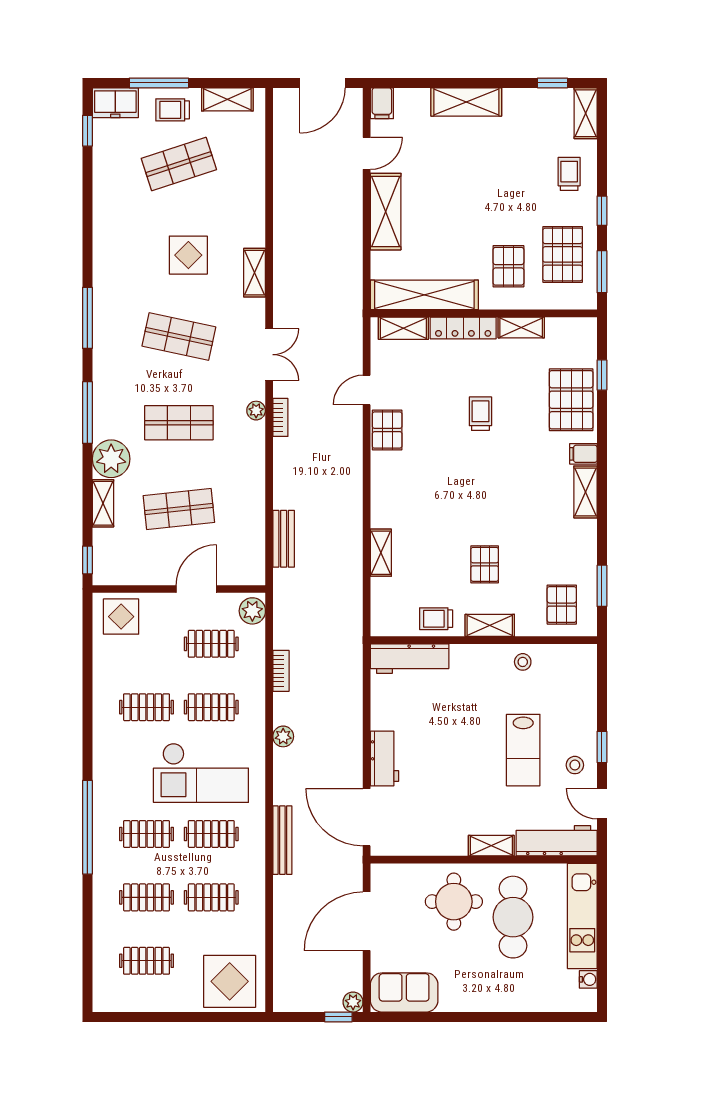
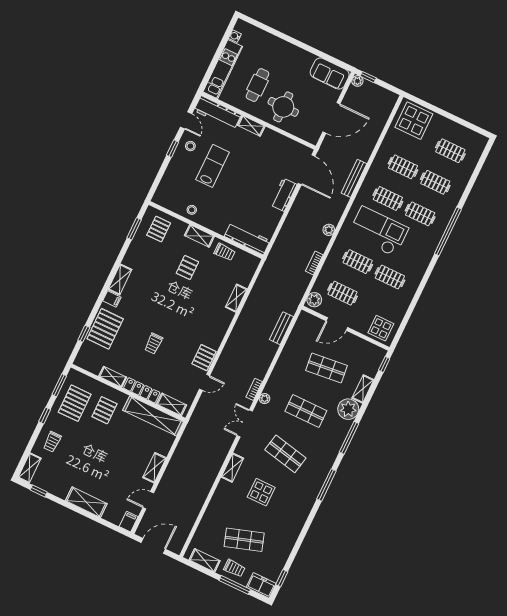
shelving: (386, 212) -> (154, 468), width x0.67, depth x0.75
cafe table: (513, 917) -> (257, 85), width x0.73, depth x0.74

